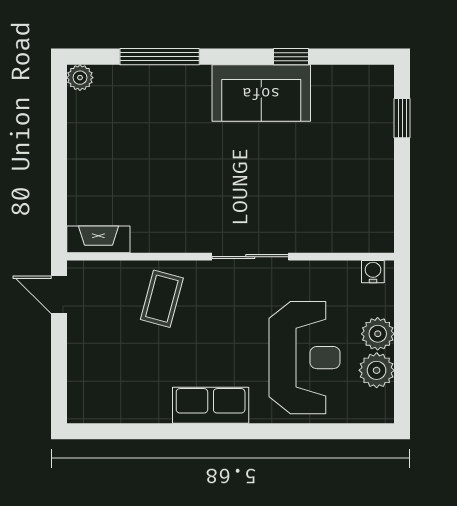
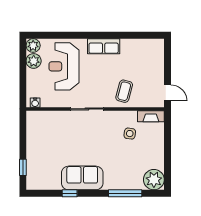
plant: (80, 78) -> (154, 180), width x1.87, depth x1.87
side table: (149, 198) -> (130, 134), added
plant: (378, 334) -> (33, 46), moved

